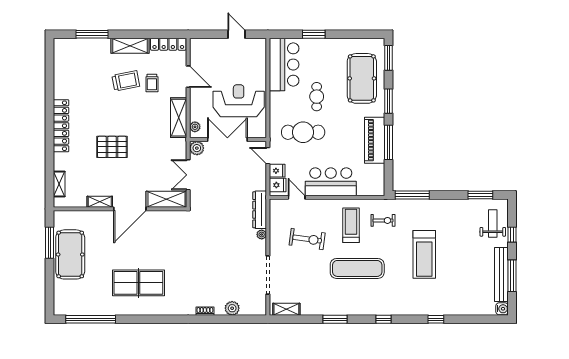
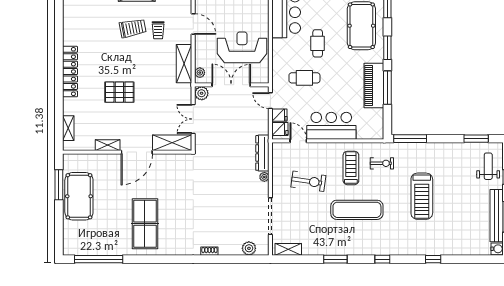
cafe table: (303, 132) -> (304, 78), width x0.73, depth x0.74
table tennis table: (138, 283) -> (145, 224), turned 90
plant: (232, 308) -> (249, 248), moved

